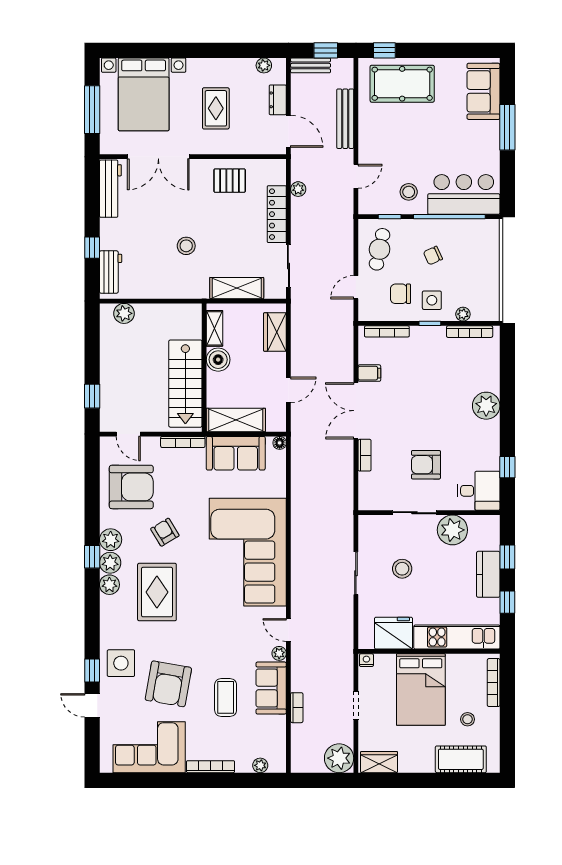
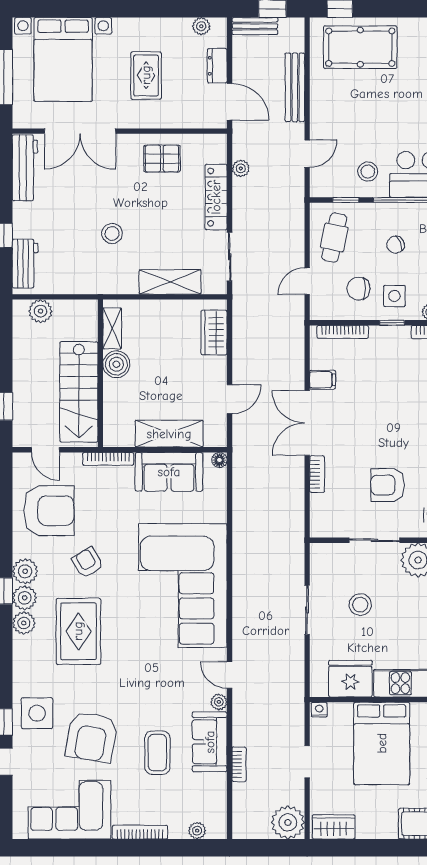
shelving: (214, 328) -> (112, 328), moved
boiler: (218, 360) -> (116, 364), moved
wall: (204, 368) -> (100, 373), moved
stairs: (185, 384) -> (79, 392), moved

